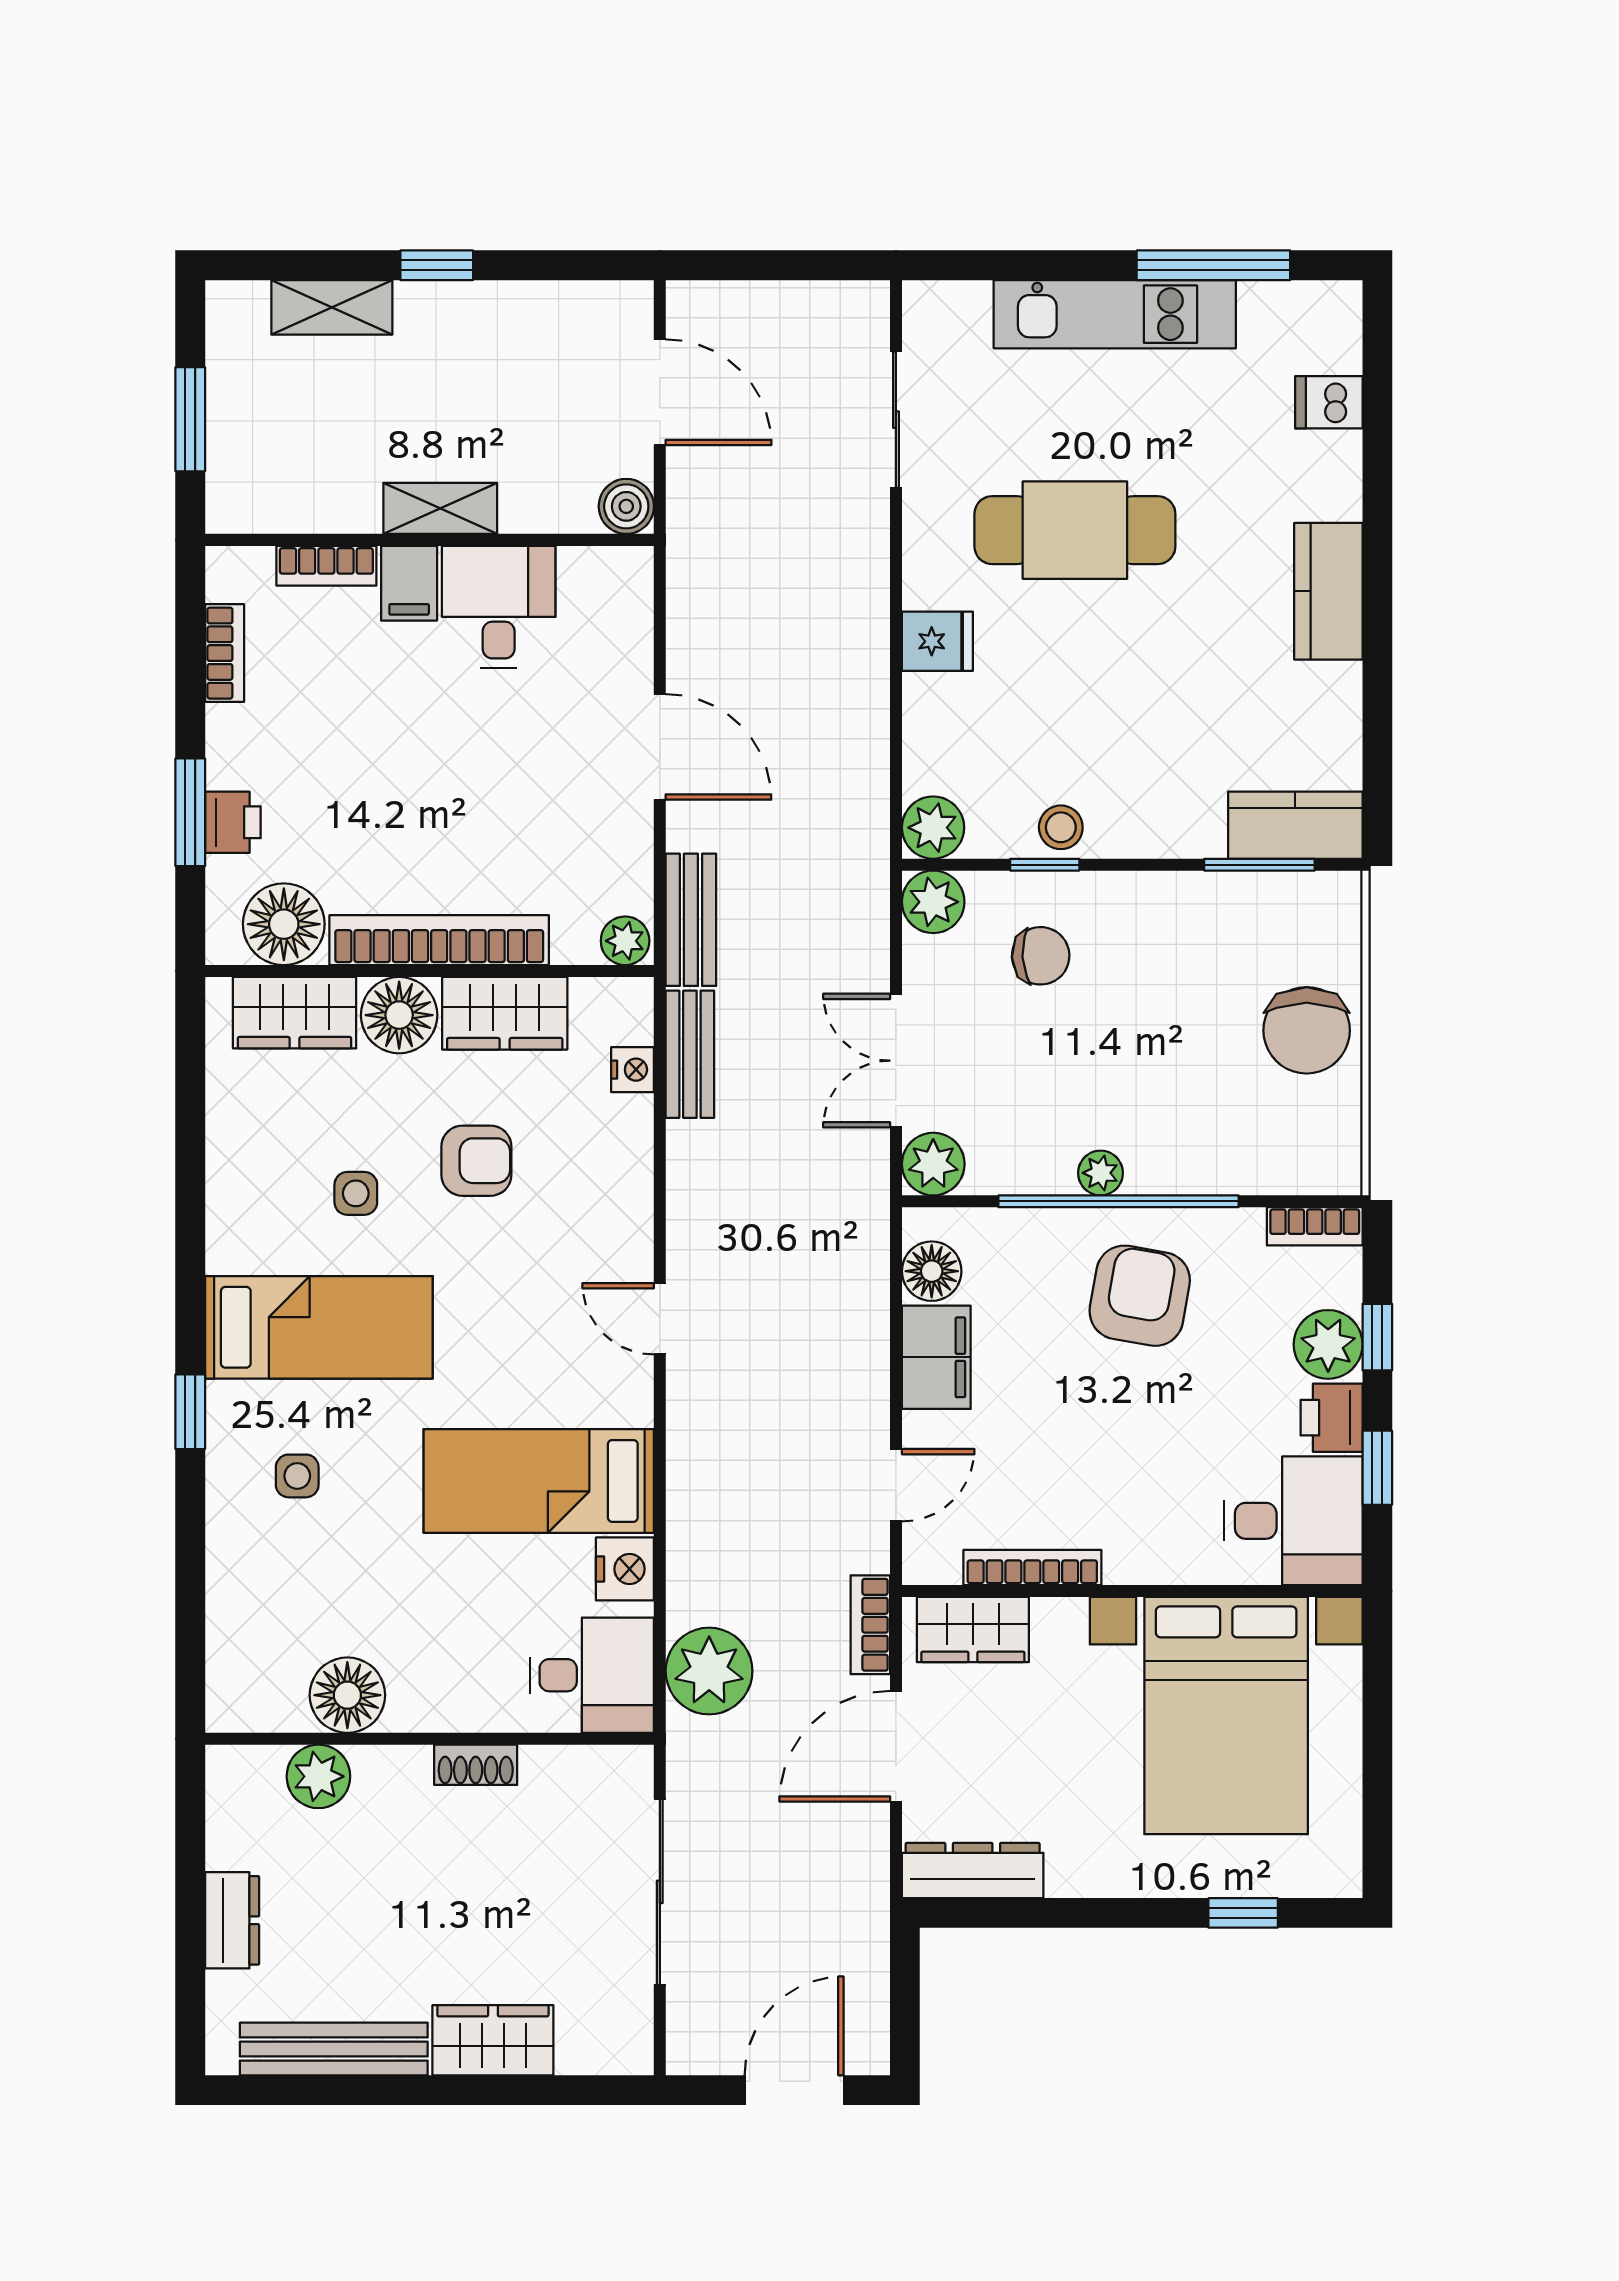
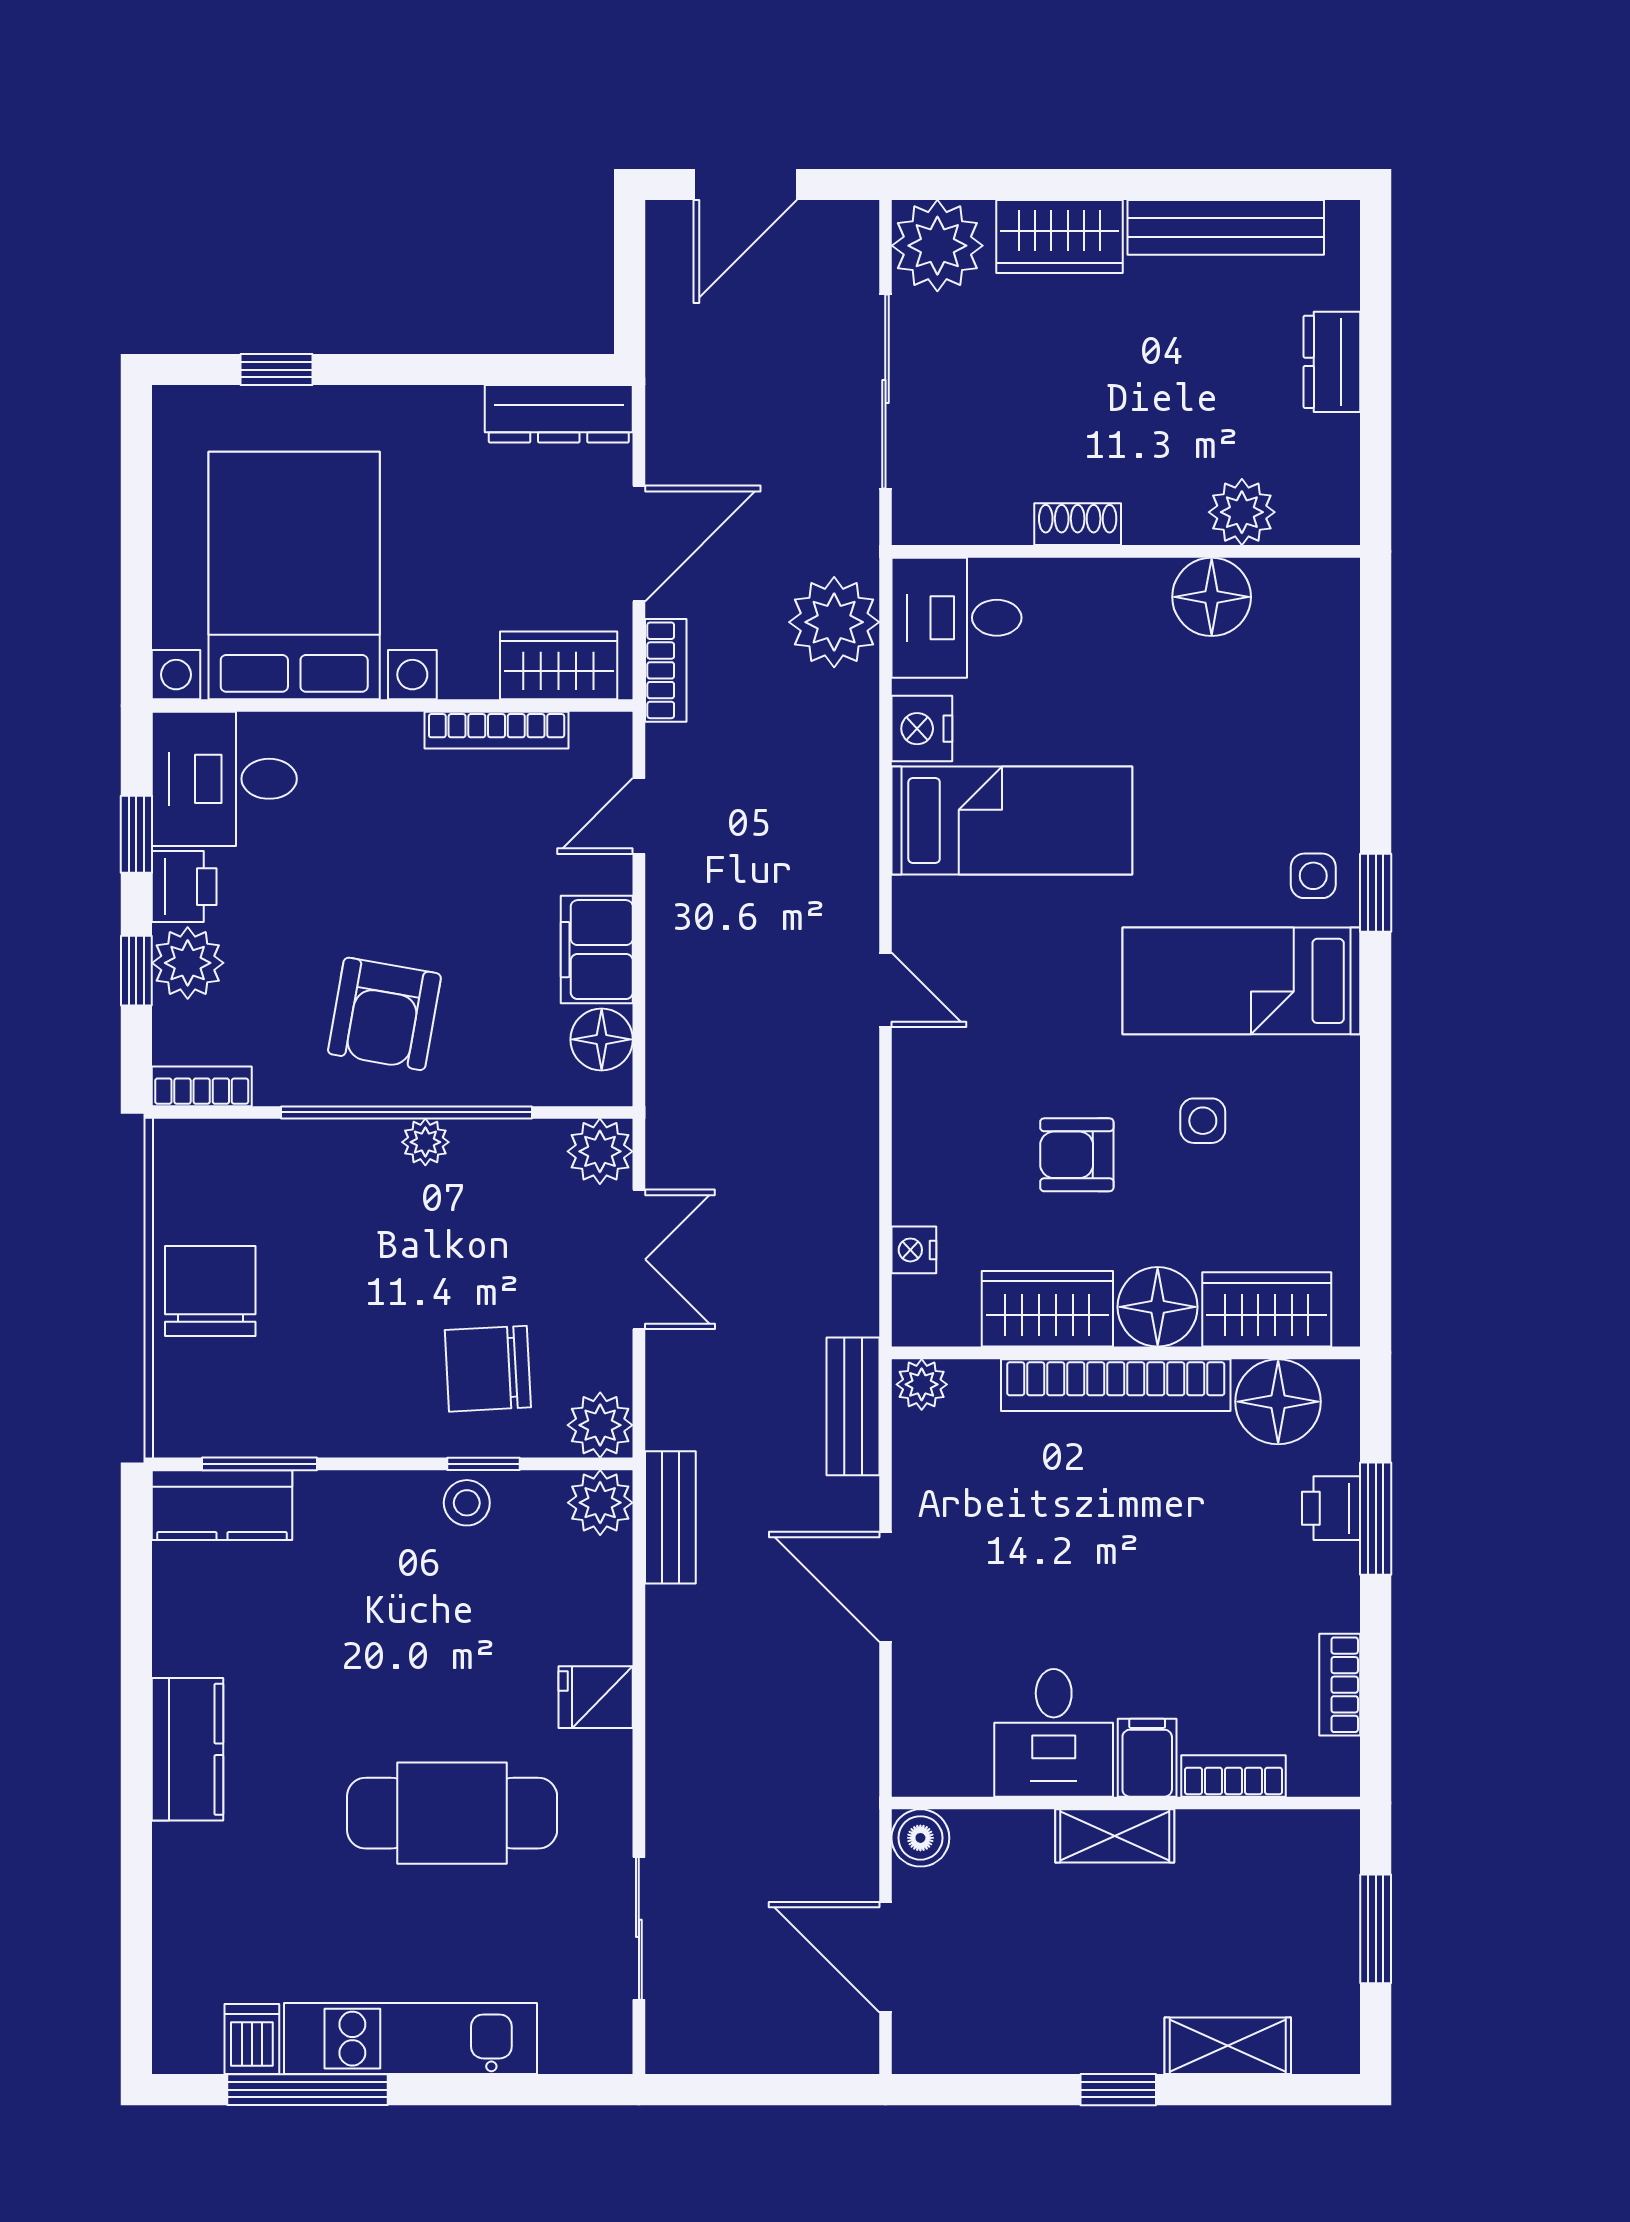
dishwasher: (1329, 402) -> (252, 2039), moved, turned -90
chair: (1041, 956) -> (488, 1369), width x1.37, depth x1.37
bench: (690, 1054) -> (670, 1517), moved
side table: (297, 1476) -> (1313, 876), moved
plant: (610, 2032) -> (937, 246), added

